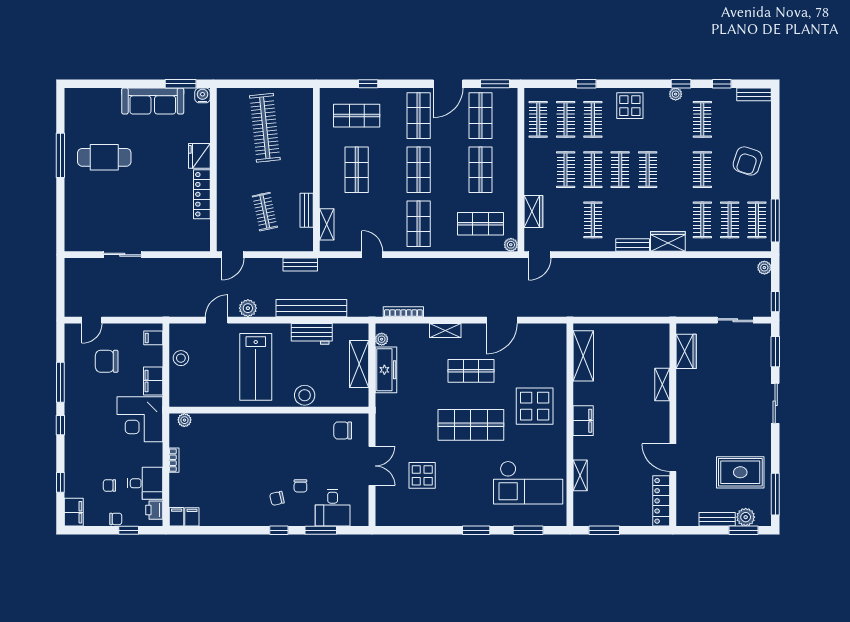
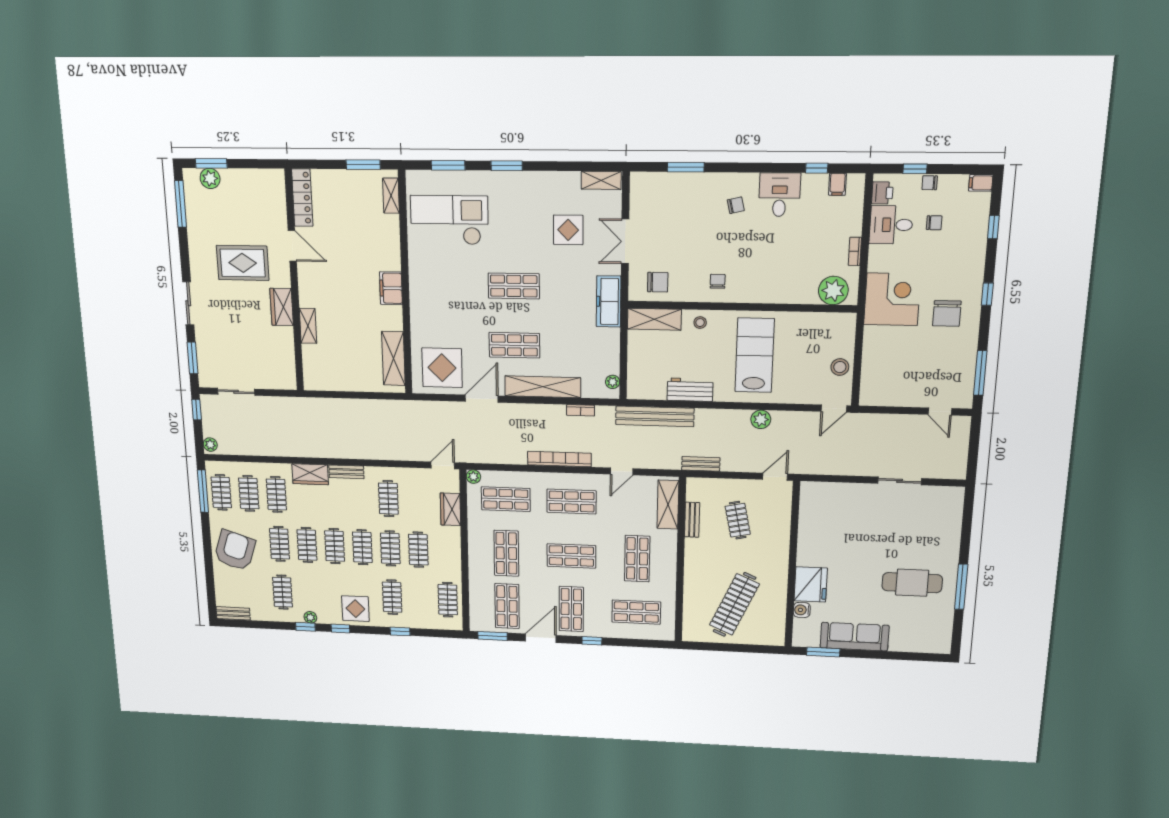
window: (368, 84) -> (592, 641), moved
window: (722, 84) -> (340, 628), moved
water cooler: (202, 95) -> (802, 610), moved, turned 90
clothes rail: (566, 119) -> (307, 545), moved
clothes rail: (265, 128) -> (734, 605), turned 30
fridge: (199, 156) -> (811, 584), width x1.36, depth x1.34
armchair: (748, 161) -> (235, 550), width x1.36, depth x1.36
shop shelf: (419, 170) -> (571, 556), turned 90
locker: (202, 194) -> (806, 541), removed
shelving: (327, 224) -> (668, 505), width x1.50, depth x1.33
shop shelf: (419, 224) -> (572, 502), turned 90
door: (372, 255) -> (622, 471), hinge flipped
bookcase: (430, 265) -> (559, 459), added
bench: (311, 308) -> (655, 416), moved
bookcase: (403, 312) -> (581, 410), width x0.64
door: (92, 320) -> (940, 411), swing flipped
door: (217, 320) -> (834, 409), moved
shelving: (445, 330) -> (543, 387), width x2.20, depth x1.33
filing cabinet: (153, 338) -> (870, 390), removed
wardrobe: (686, 351) -> (282, 307), moved
chair: (107, 361) -> (947, 313), moved, turned 90
shelving: (359, 364) -> (654, 319), moved, turned 90
freezer: (386, 370) -> (609, 301), moved
filing cabinet: (153, 381) -> (874, 342), removed
window: (60, 382) -> (980, 373), moved
stool: (305, 395) -> (700, 323), width x0.53, depth x0.53
display table: (535, 406) -> (442, 368), moved
plant: (184, 420) -> (833, 290), width x1.88, depth x1.88
shop shelf: (471, 425) -> (514, 286), width x0.70, depth x0.74
rug: (740, 472) -> (243, 263), moved
shelving: (580, 475) -> (391, 196), moved
chair: (300, 486) -> (718, 281), moved
desk: (333, 508) -> (780, 195), moved
filing cabinet: (74, 512) -> (981, 183), width x0.50
filing cabinet: (177, 517) -> (856, 185), removed
shelving: (393, 518) -> (601, 180), added
bench: (717, 519) -> (240, 176), removed
window: (279, 530) -> (817, 168), moved

